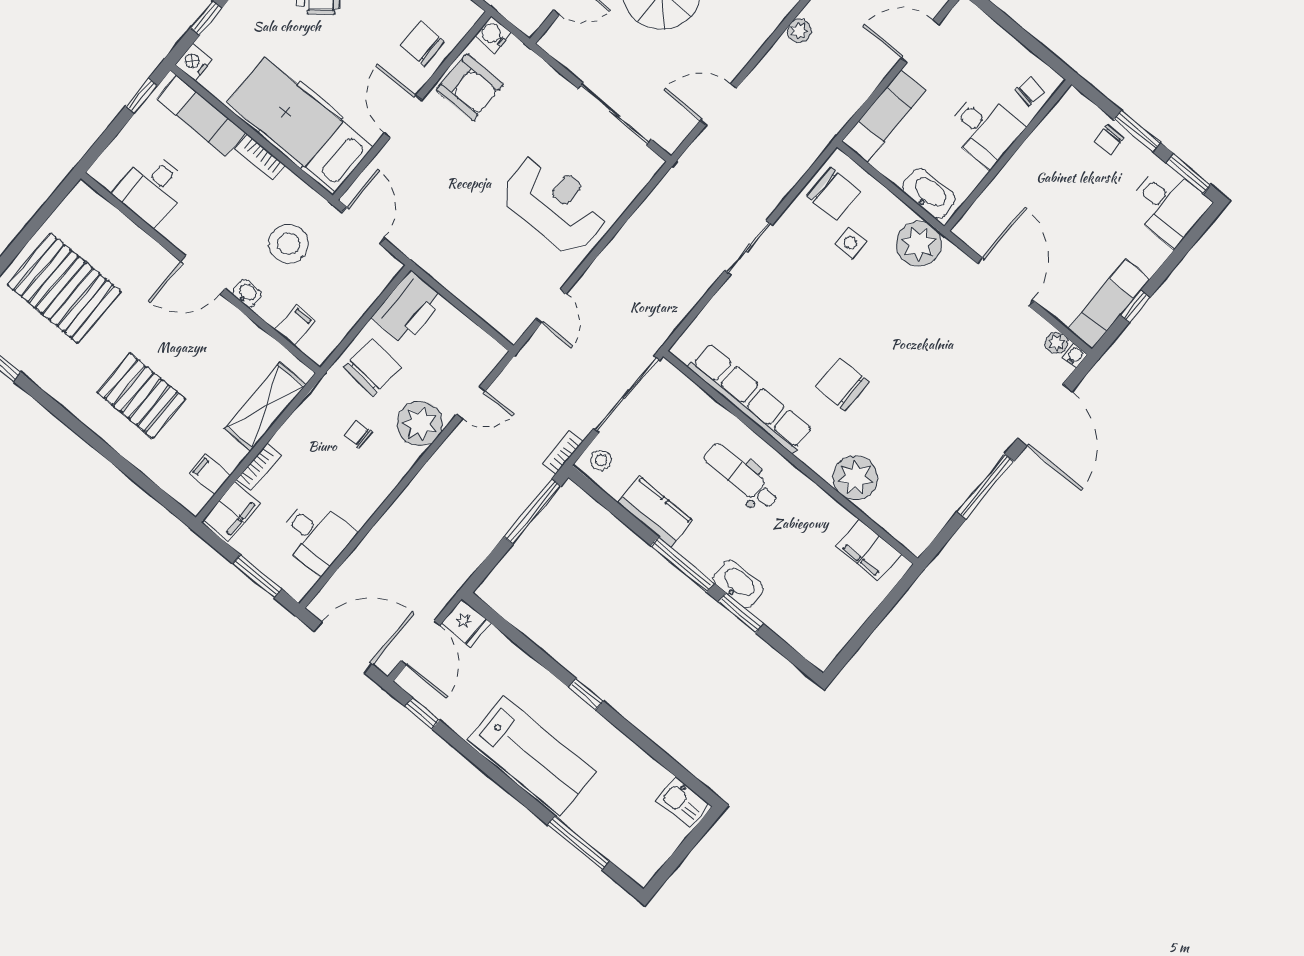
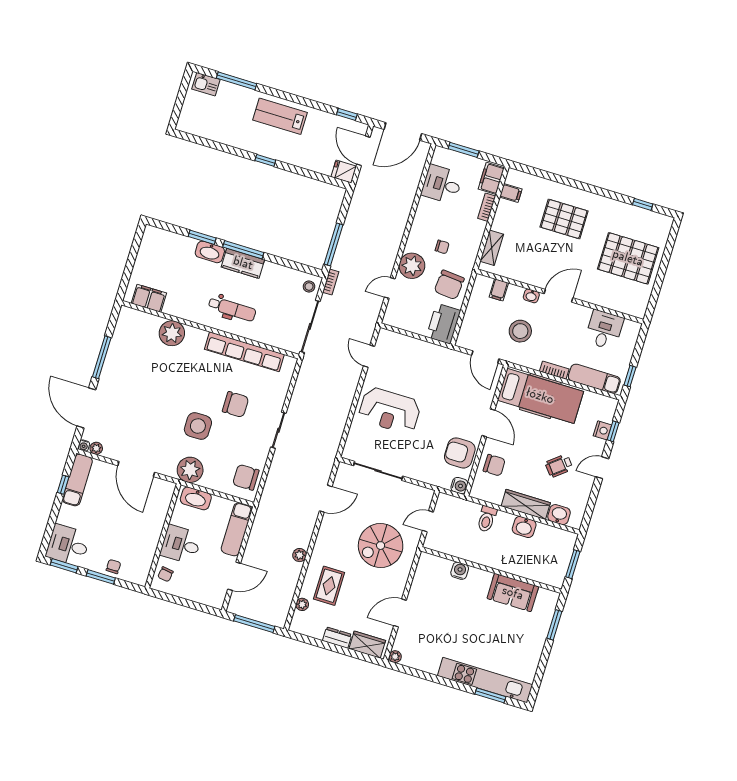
nightstand: (194, 62) -> (602, 430), moved
side table: (850, 243) -> (198, 426), moved, width x1.87, depth x1.87
chair: (842, 384) -> (236, 405), moved
shelving: (265, 407) -> (492, 248), width x0.67, depth x0.75
kitchen counter: (655, 512) -> (243, 263), moved
lab bench: (532, 756) -> (280, 116), width x0.73, depth x0.72
kitchen sink: (682, 802) -> (206, 84), moved, turned 180

